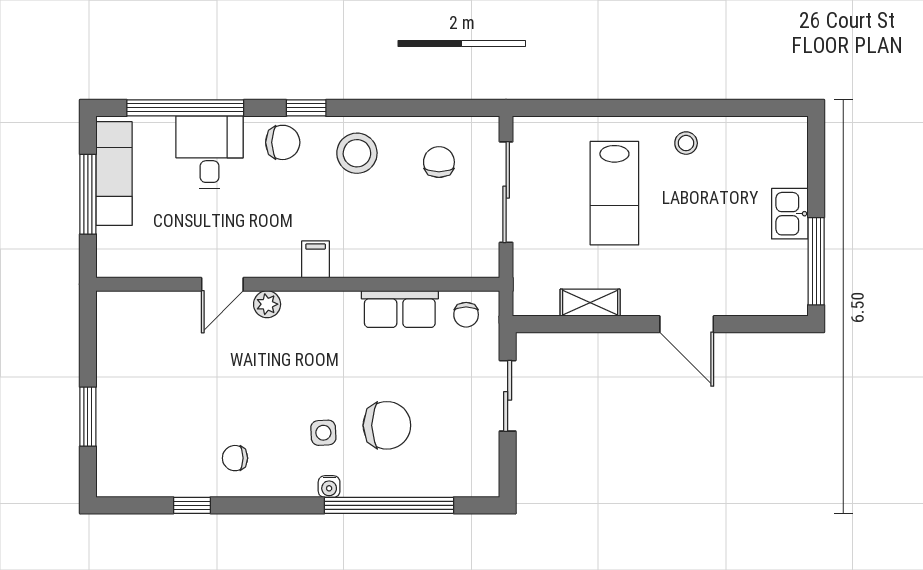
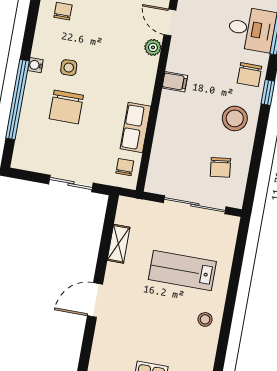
chair: (439, 162) -> (220, 167), turned 83
chair: (466, 315) -> (125, 167), turned 90

